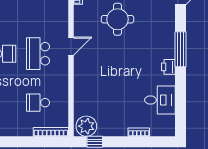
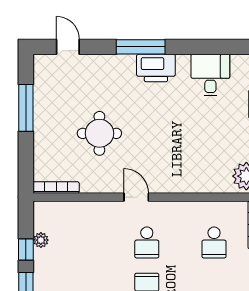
school desk: (38, 54) -> (147, 242), width x0.54
printer: (168, 67) -> (156, 68), width x1.87, depth x1.48

